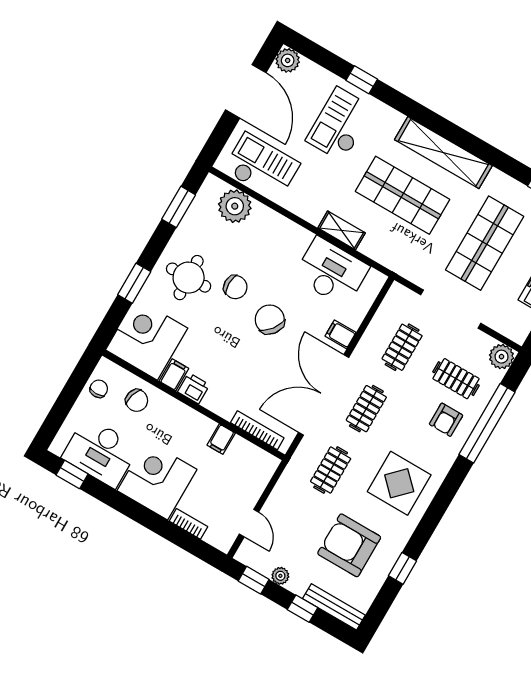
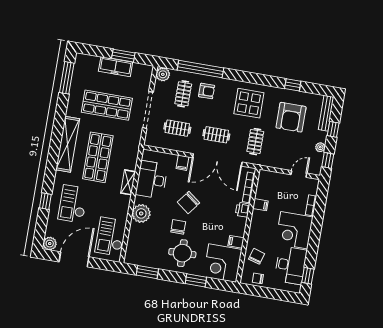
checkout: (340, 124) -> (73, 204), turned 90
plant: (235, 206) -> (141, 213), moved
printer: (194, 388) -> (243, 210), moved
clothes rail: (331, 470) -> (255, 142), turned 90

